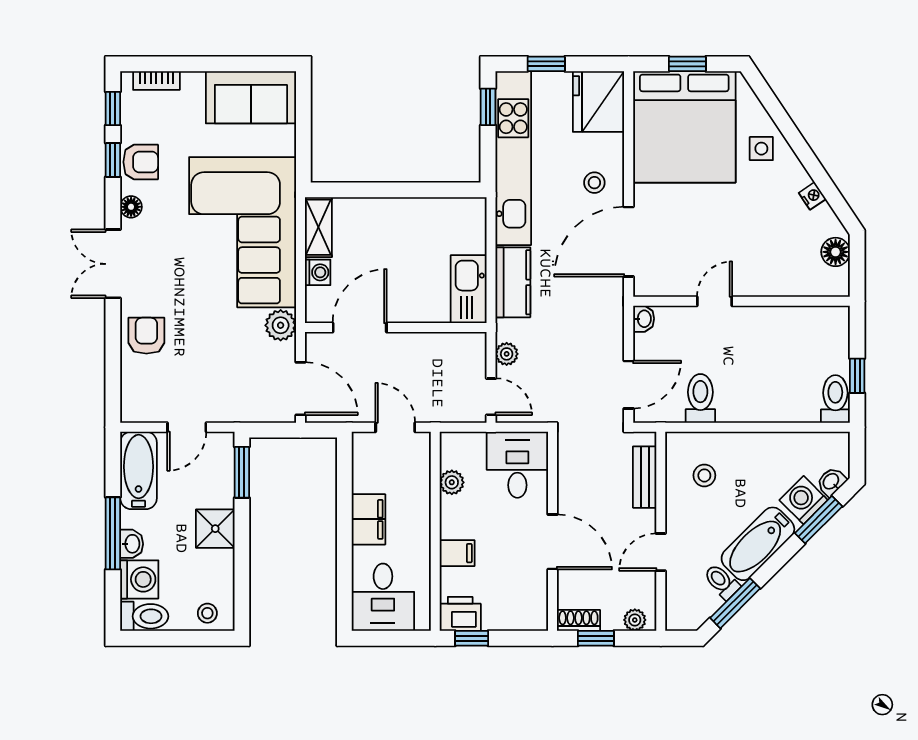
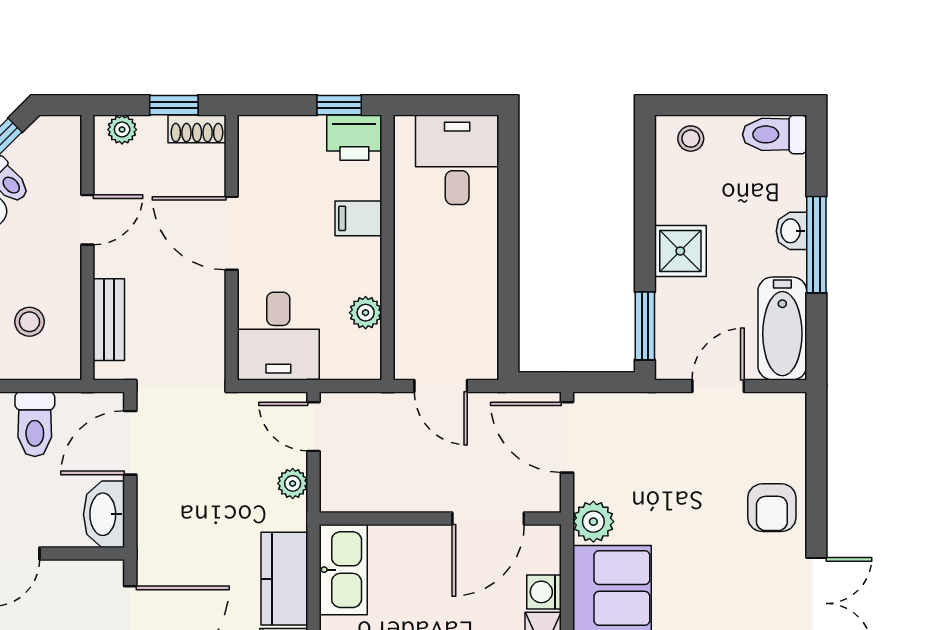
washbasin: (644, 319) -> (104, 514), width x1.91, depth x1.45
filing cabinet: (369, 519) -> (476, 263), removed
washing machine: (139, 579) -> (781, 183), removed

